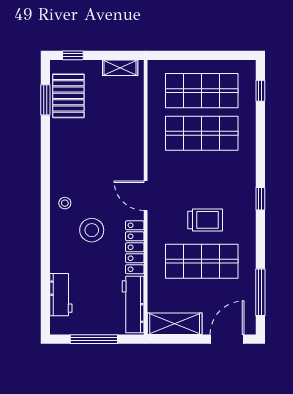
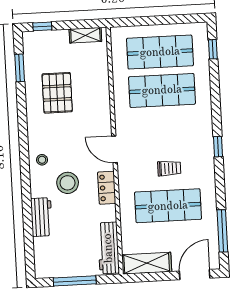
pallet: (68, 96) -> (57, 93), moved
trolley: (205, 220) -> (169, 168), width x0.73, depth x0.72
locker: (135, 247) -> (107, 188), width x0.66
workbench: (61, 295) -> (41, 217), moved

